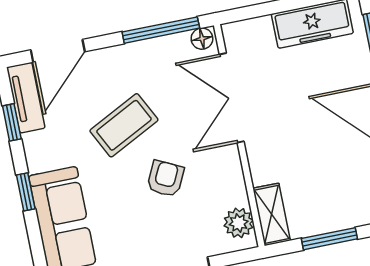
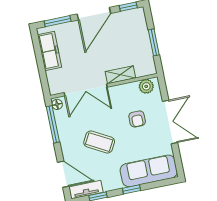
coffee table: (124, 125) -> (99, 142), turned -34
armchair: (165, 179) -> (137, 119), moved, turned -116
shelving: (272, 214) -> (120, 75), moved

